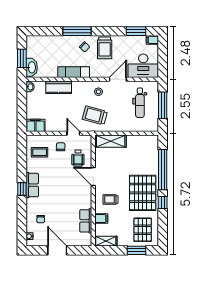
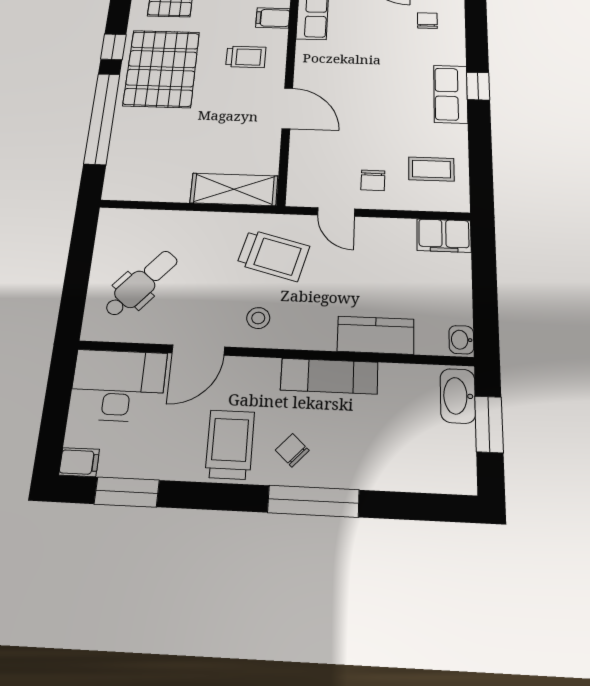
dental chair: (140, 103) -> (141, 284), turned 41
window: (163, 105) -> (77, 274), removed
wheelchair: (78, 158) -> (326, 152), removed

